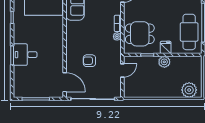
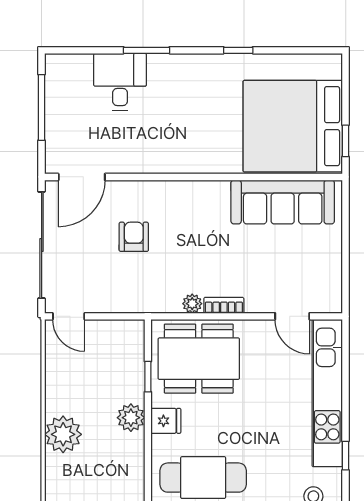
dining table: (140, 34) -> (199, 359), width x1.38
desk: (25, 55) -> (120, 82), moved
door: (122, 70) -> (69, 316), moved
plant: (189, 90) -> (63, 434), moved

